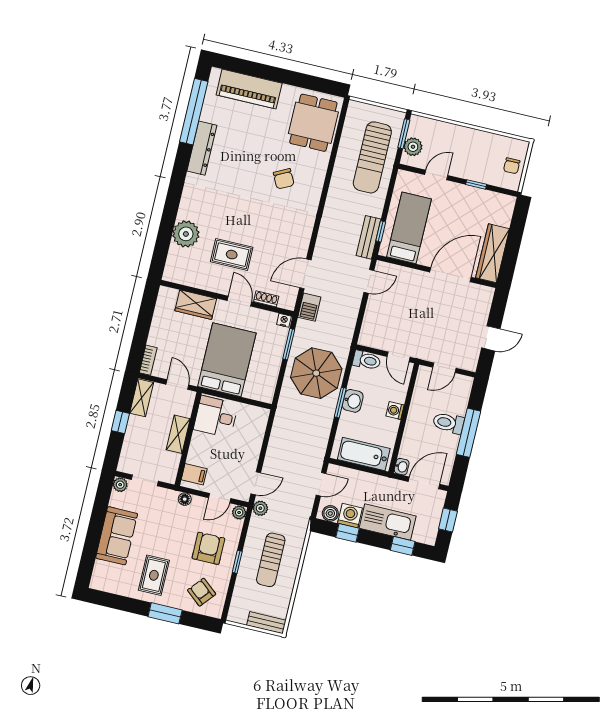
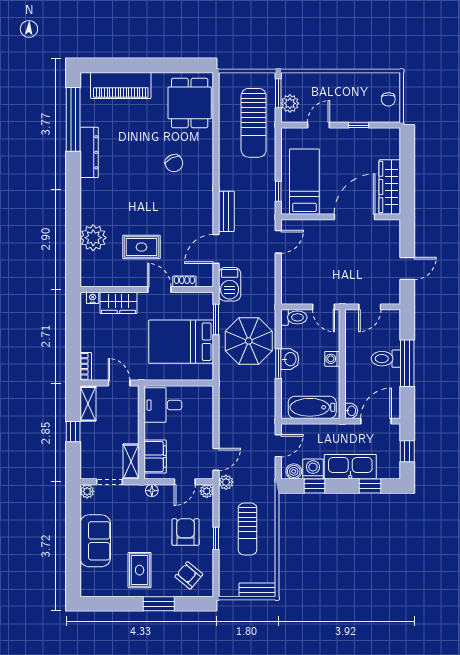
bench: (368, 237) -> (226, 211), moved
barbecue: (309, 307) -> (230, 284), width x1.38, depth x1.27
nightstand: (284, 320) -> (93, 298), moved
bed: (227, 360) -> (181, 342), moved, turned -90
shelving: (178, 434) -> (131, 462), moved
filing cabinet: (194, 474) -> (155, 457), width x2.00

